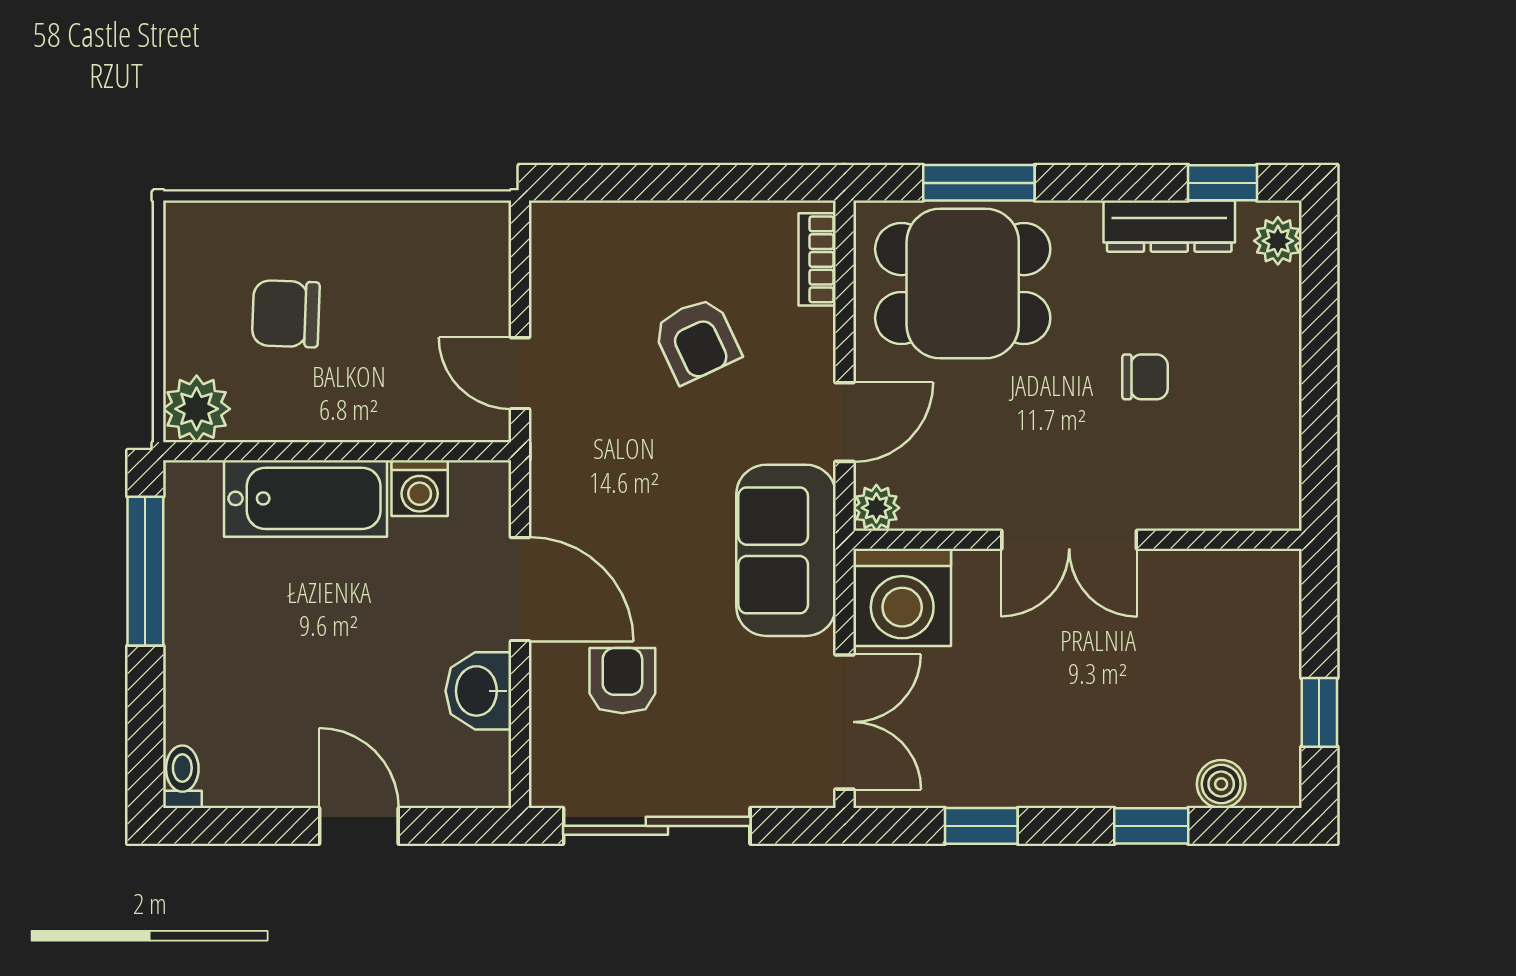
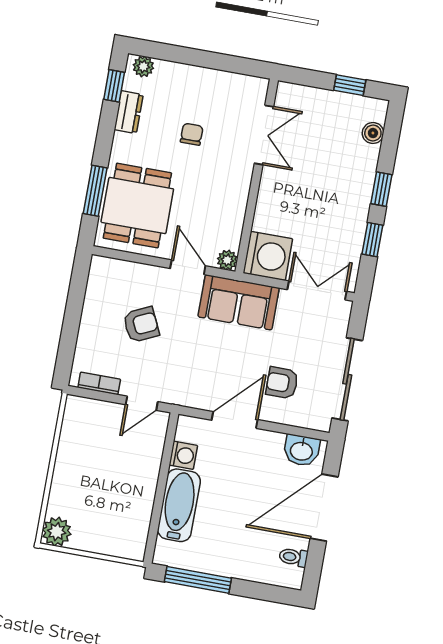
dresser: (1169, 226) -> (129, 112), width x0.70
bookcase: (817, 259) -> (99, 383), moved, turned 180
chair: (286, 314) -> (98, 499), removed
plant: (197, 409) -> (57, 532), moved
double door: (1069, 540) -> (264, 135), moved
washbasin: (478, 691) -> (301, 450), moved
toilet: (182, 777) -> (293, 557), moved
door: (359, 826) -> (324, 508), width x1.88
window: (1151, 826) -> (381, 189), moved

